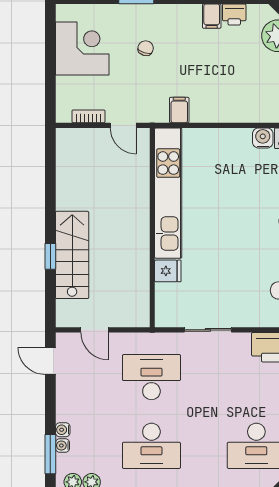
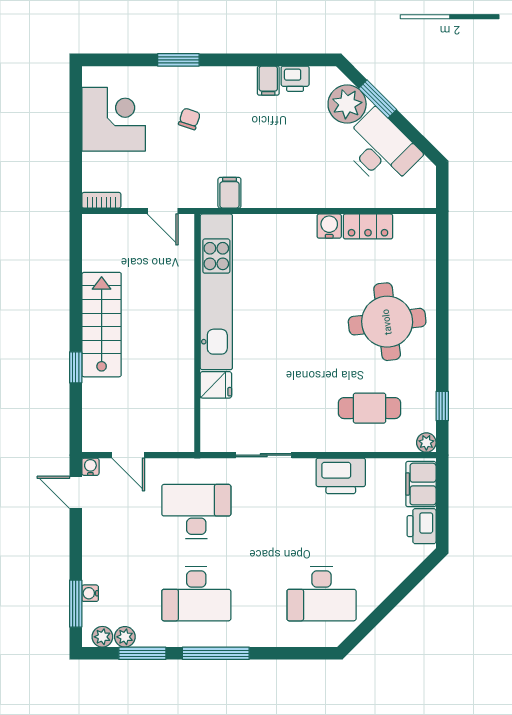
bookcase: (88, 116) -> (101, 200), moved
stairs: (72, 255) -> (102, 325), moved
water cooler: (63, 430) -> (90, 467), moved, turned 90

